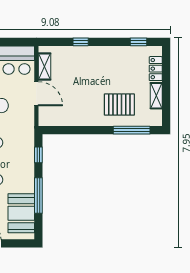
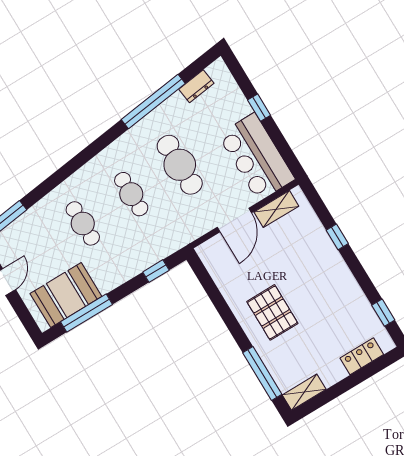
shelving: (156, 96) -> (304, 392), moved
pallet: (119, 105) -> (272, 312), moved
window: (38, 196) -> (87, 313), moved

